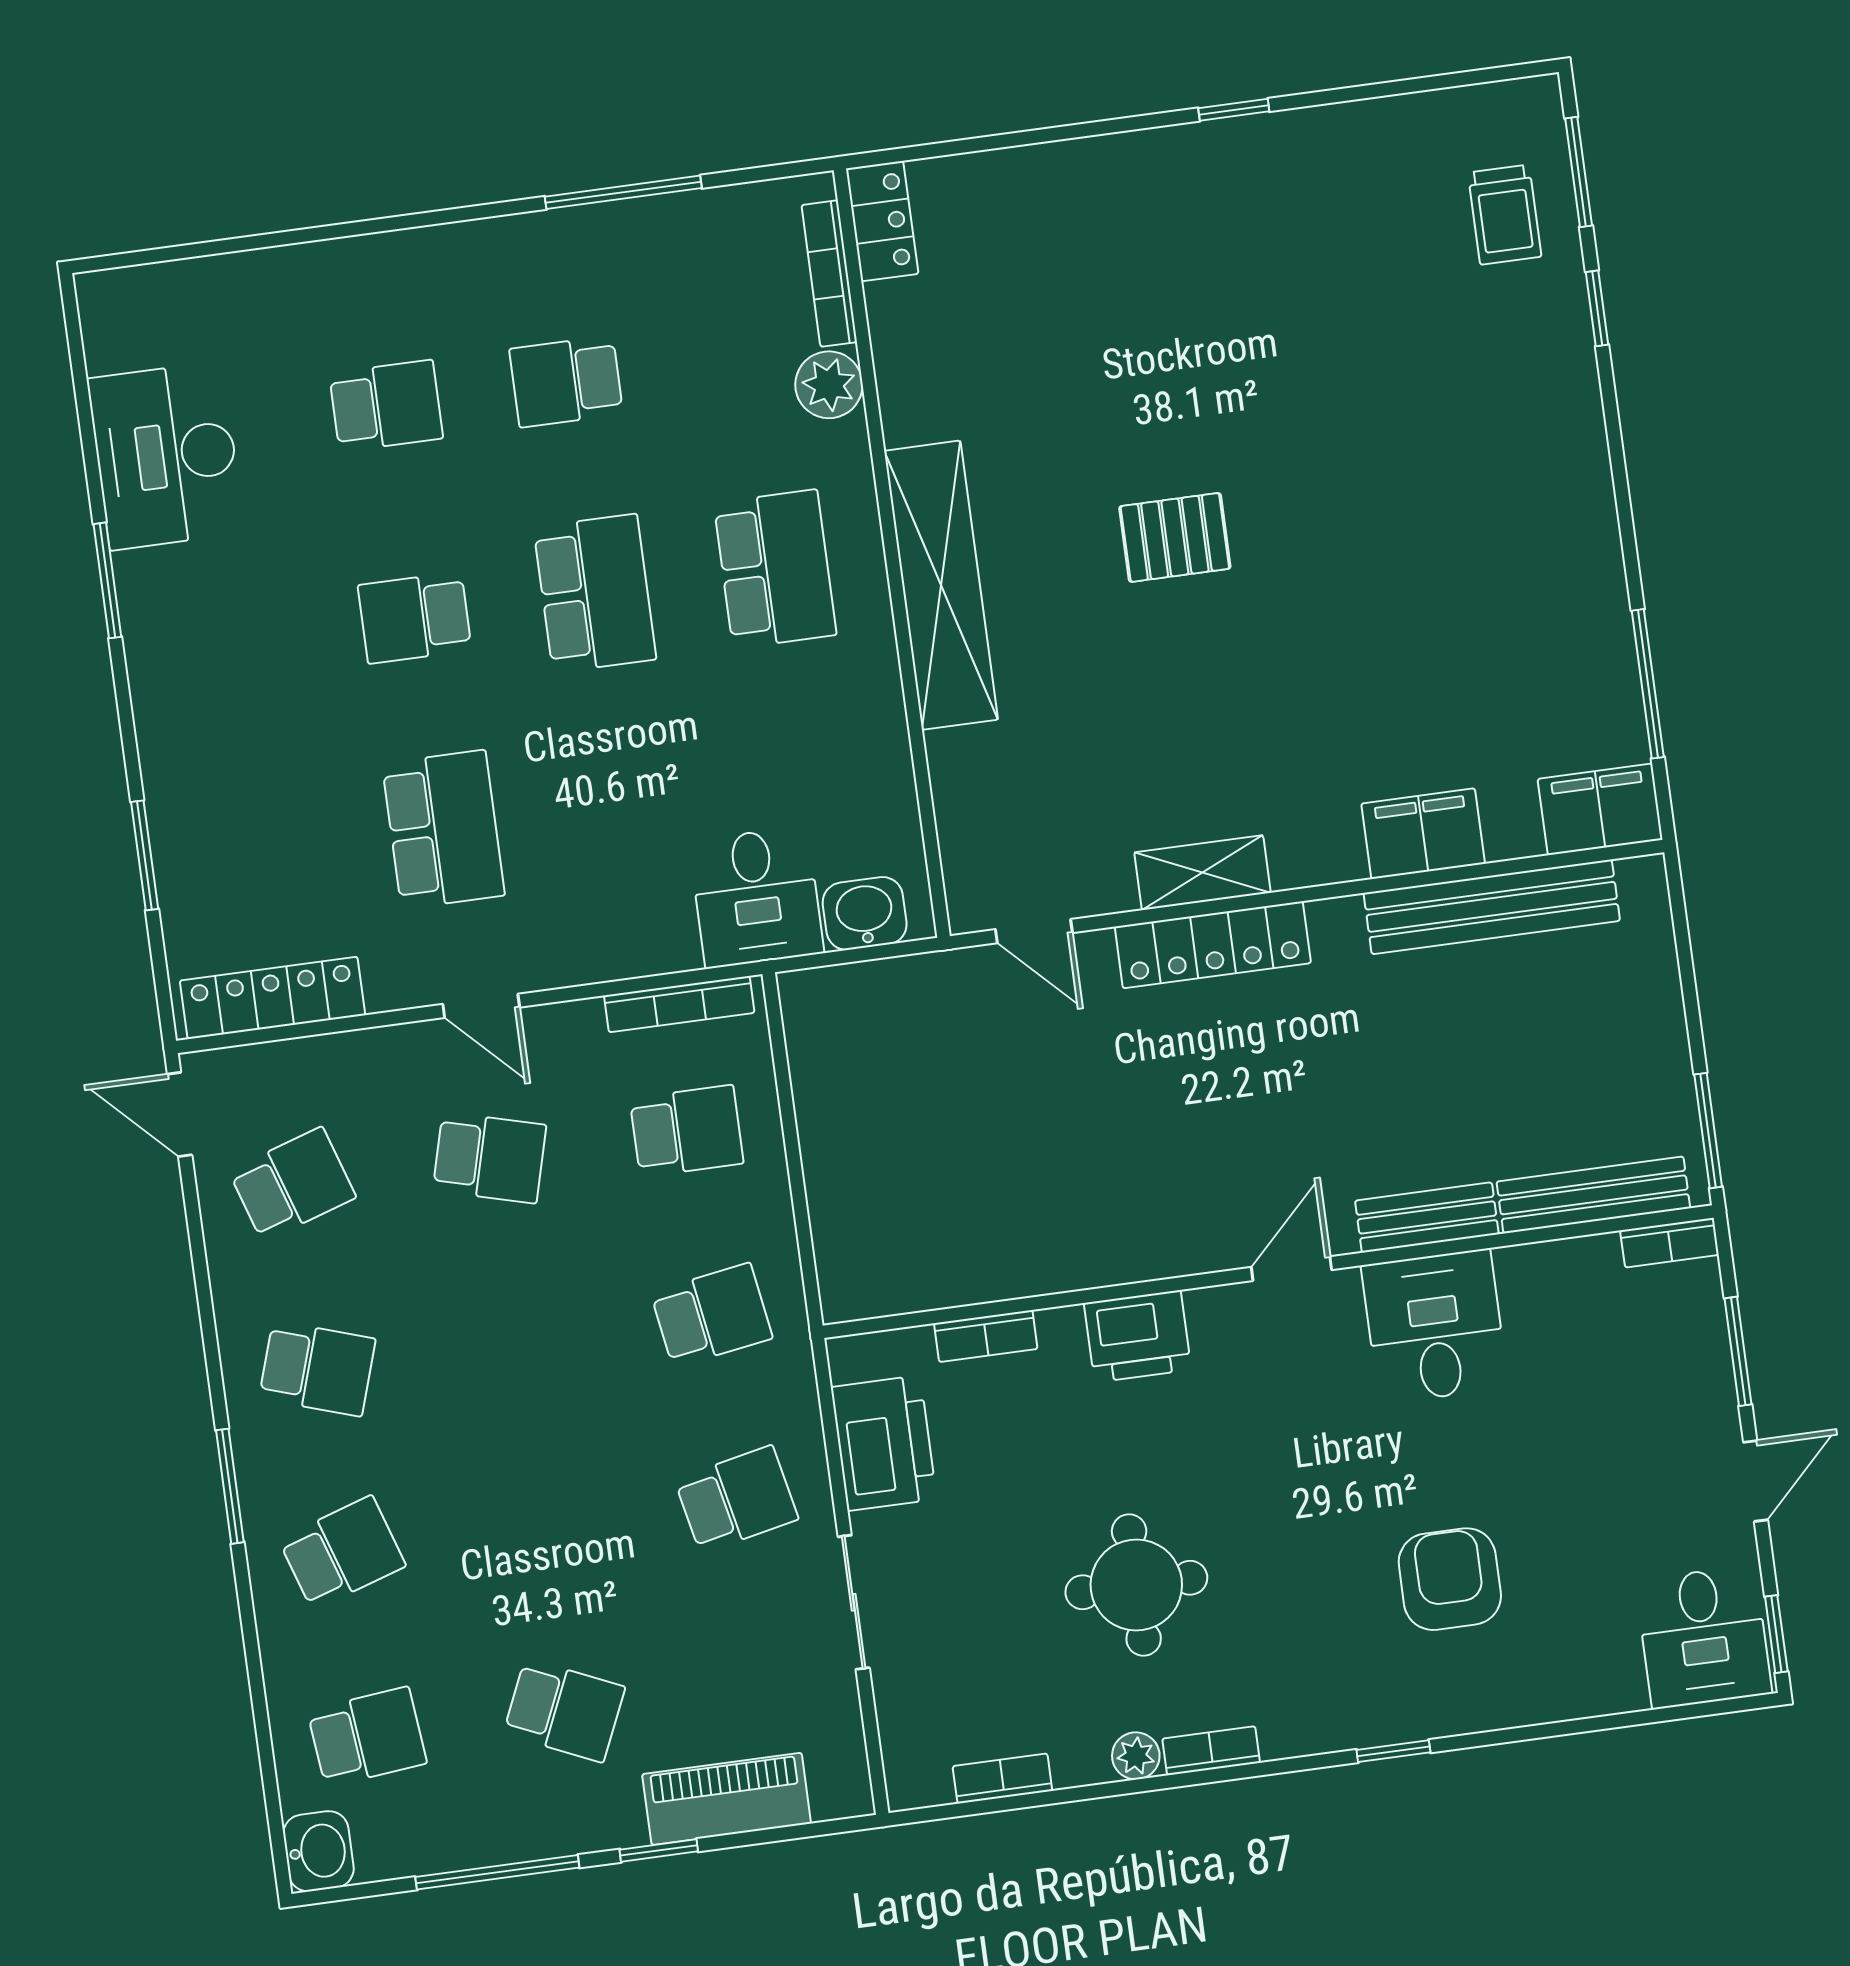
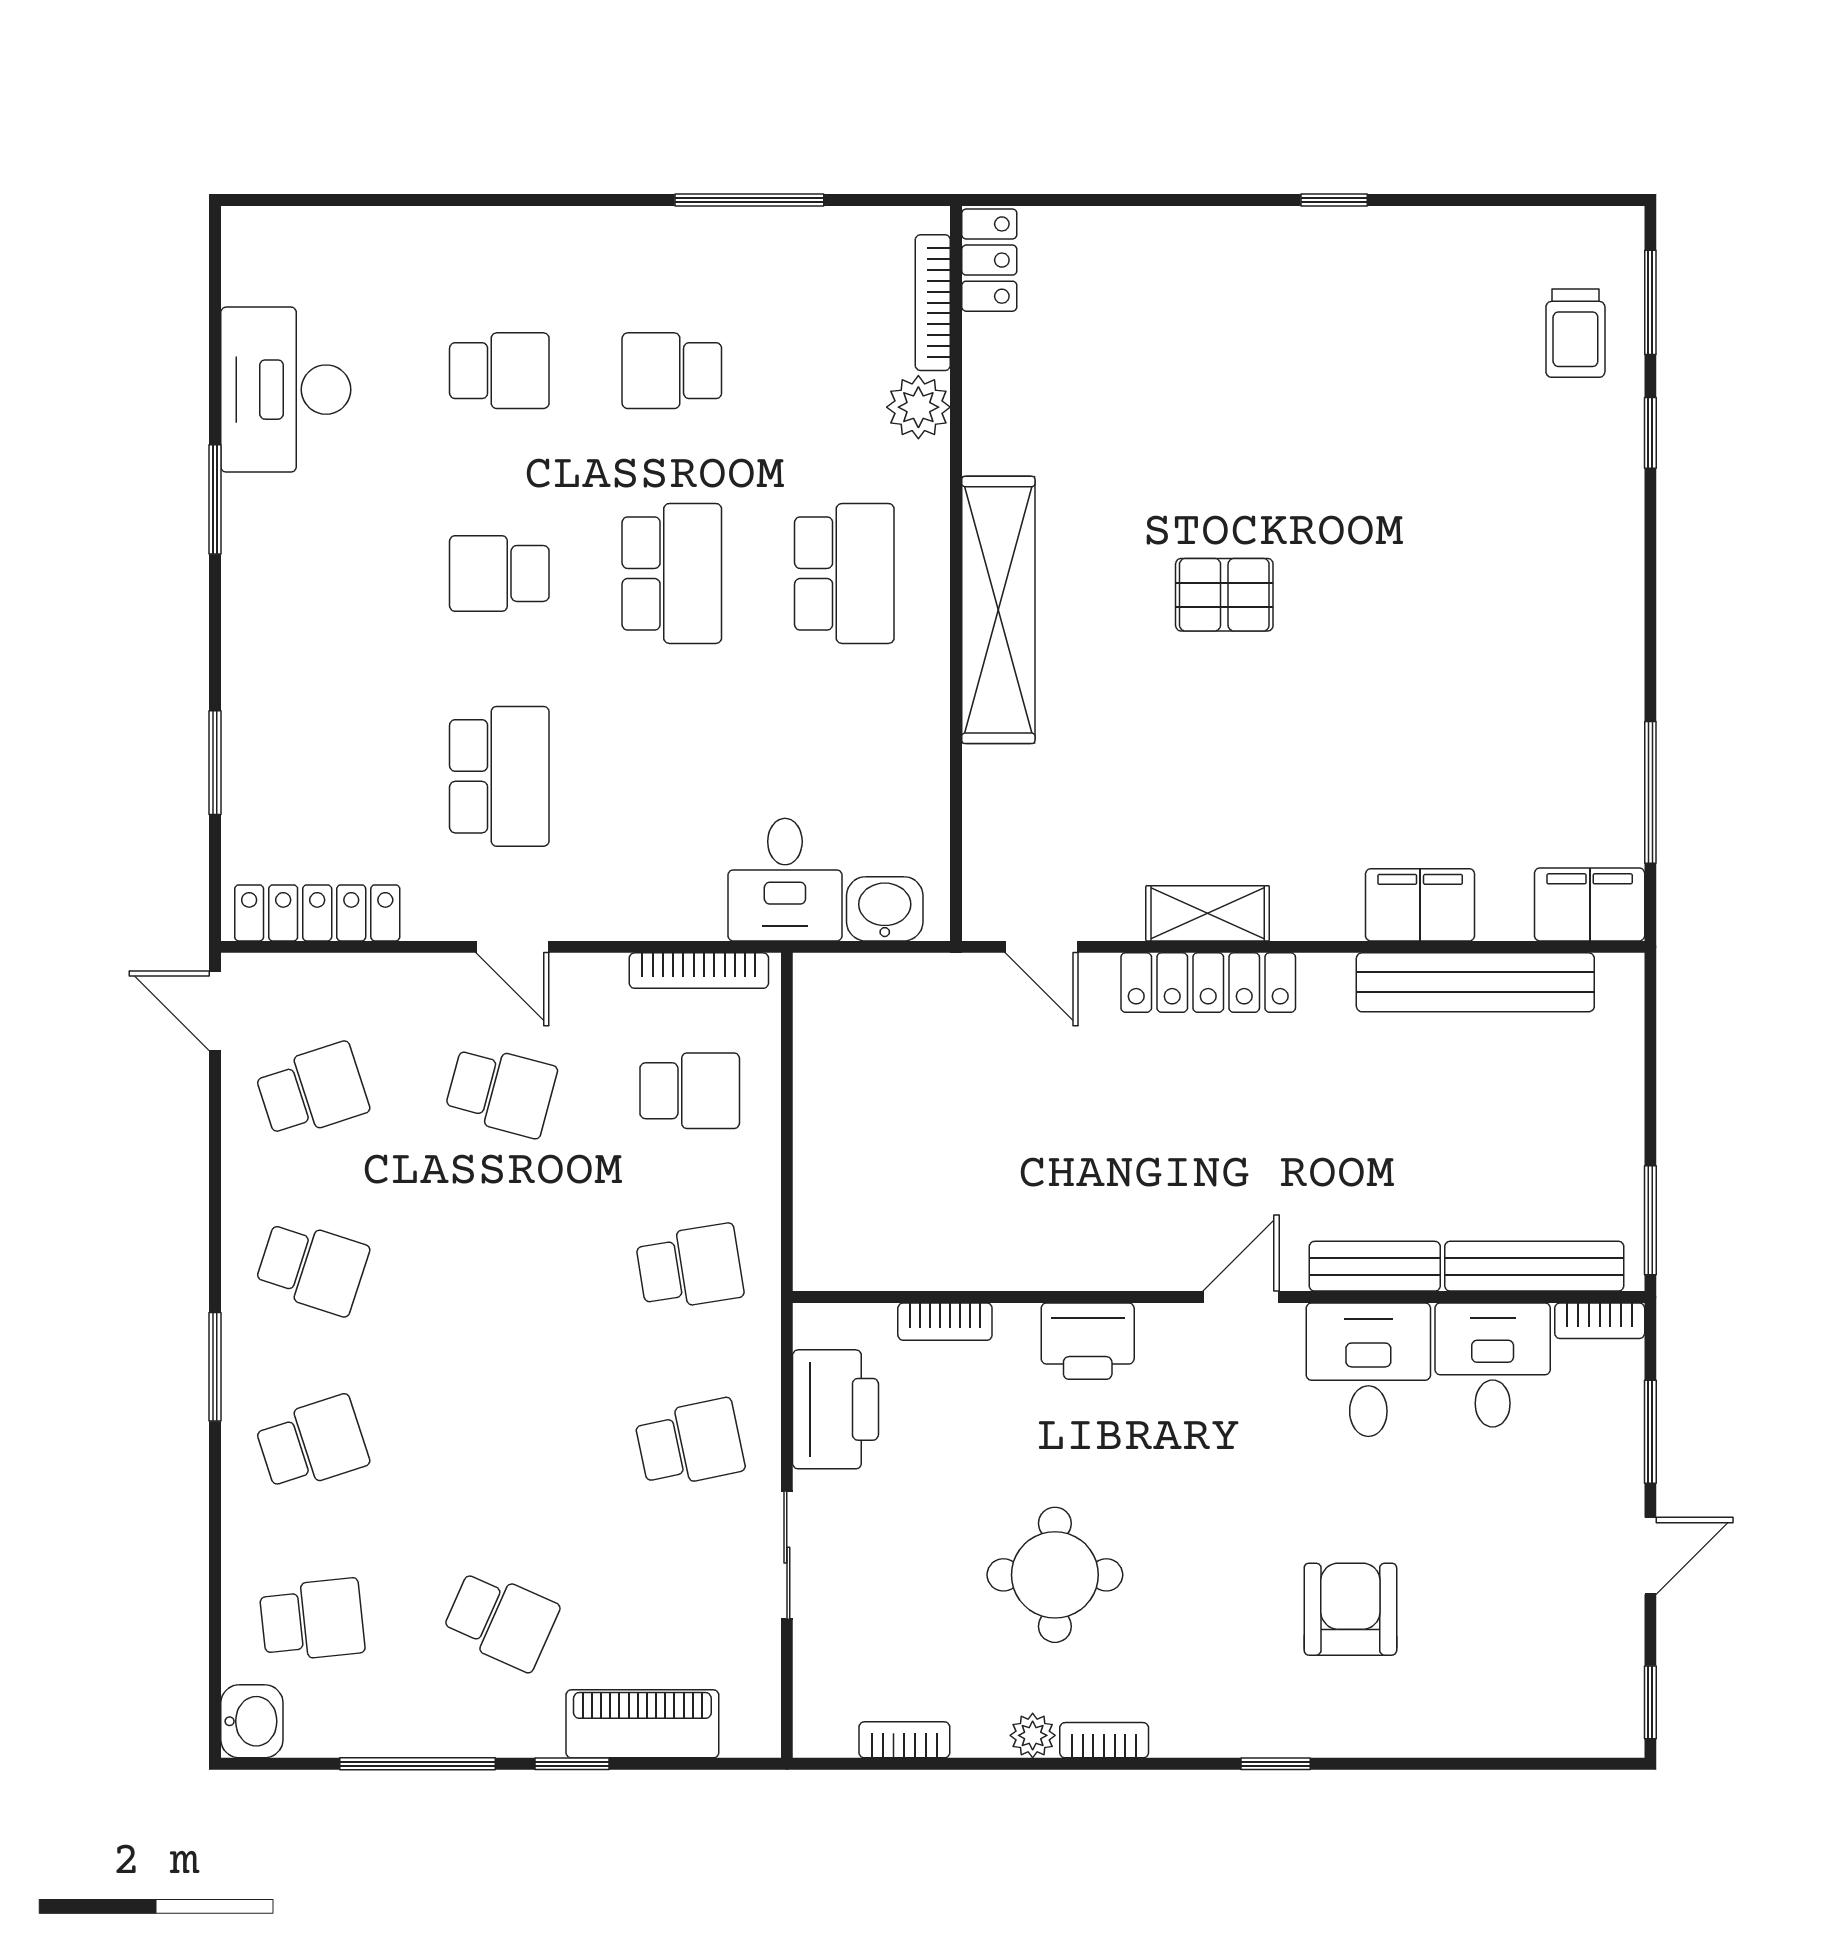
desk: (1704, 1637) -> (1493, 1365), moved, turned 180

